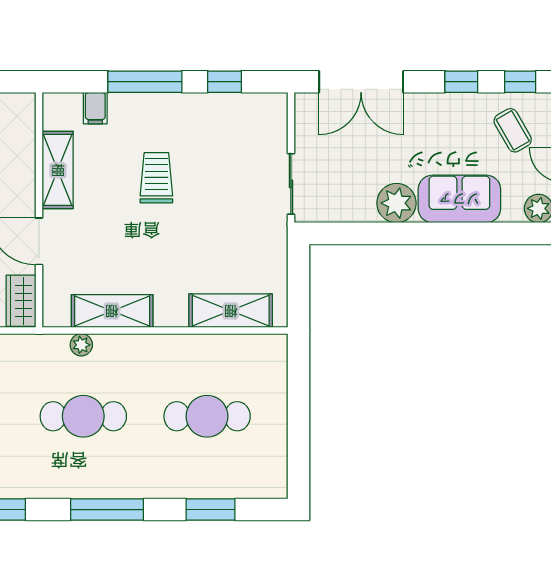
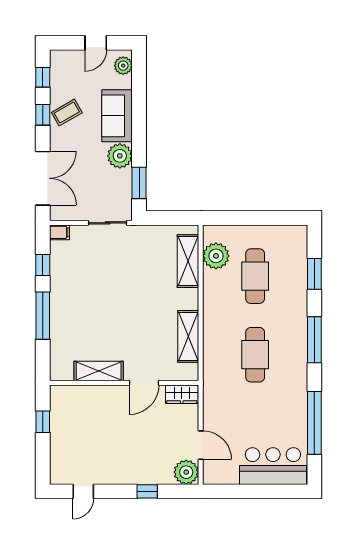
filing cabinet: (95, 108) -> (60, 232), moved
coffee table: (513, 130) -> (67, 113), moved
trolley: (156, 178) -> (104, 308), removed
window: (354, 233) -> (139, 183), added
plant: (81, 345) -> (216, 256), moved, width x1.87, depth x1.87

